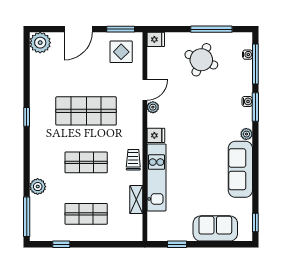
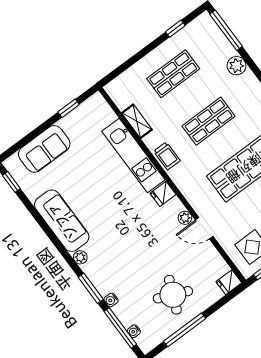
door: (145, 90) -> (204, 228), hinge flipped
water cooler: (247, 101) -> (111, 300), moved

